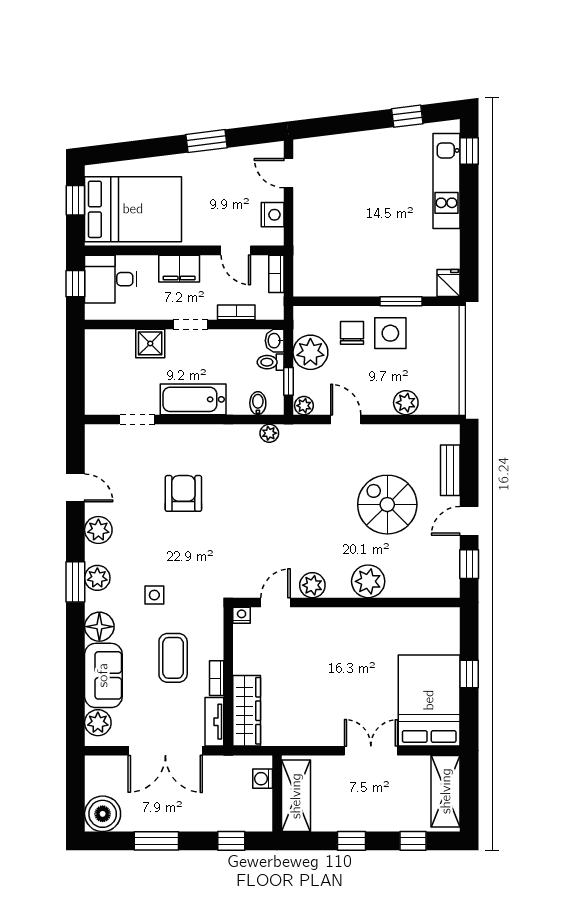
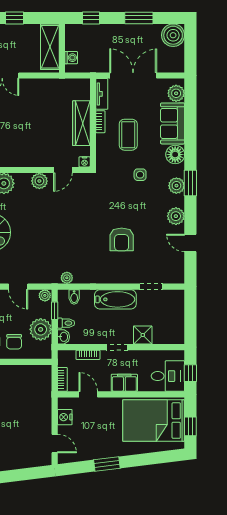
wardrobe: (247, 711) -> (81, 123), moved

